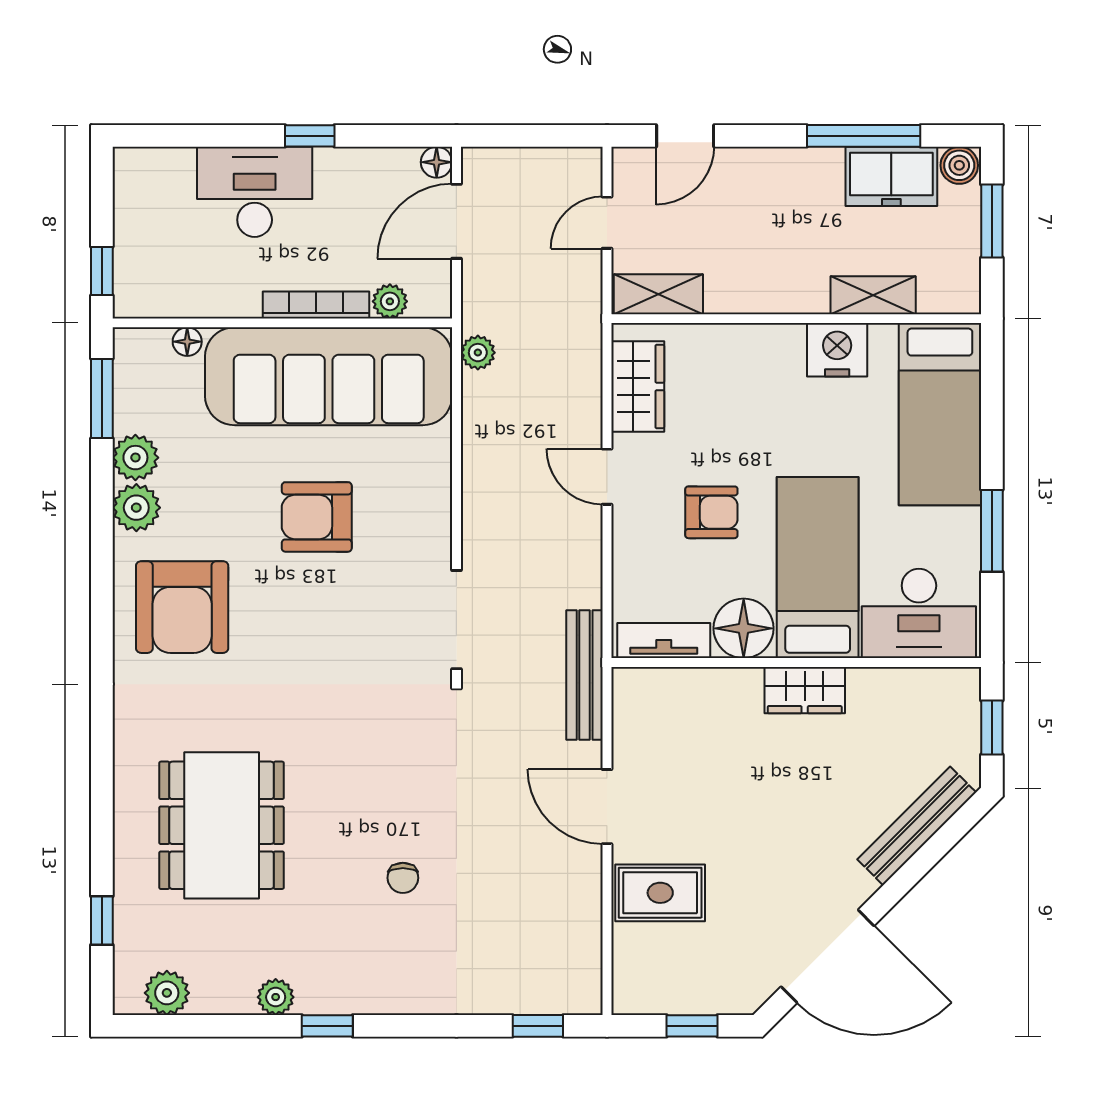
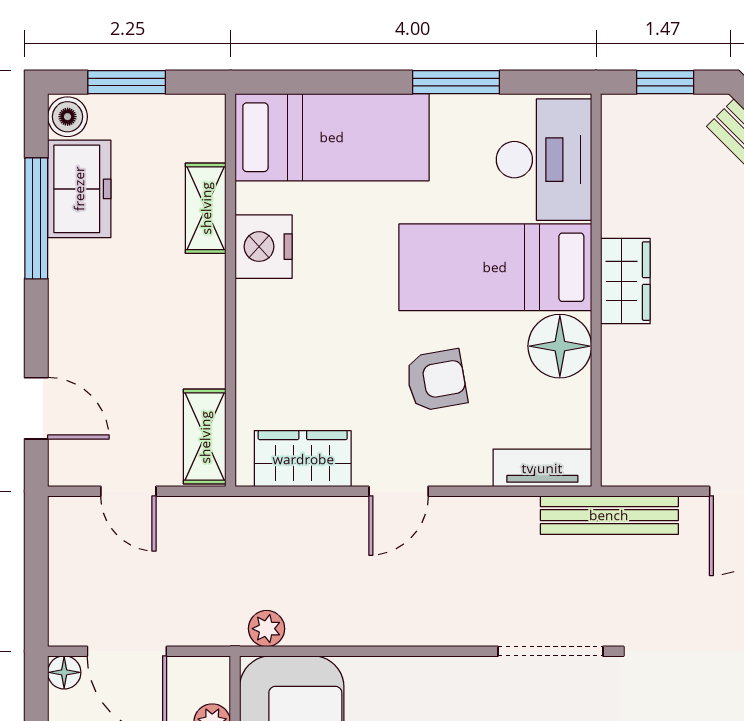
armchair: (711, 512) -> (436, 380), turned 80
tv unit: (664, 641) -> (542, 468), moved, turned 90

